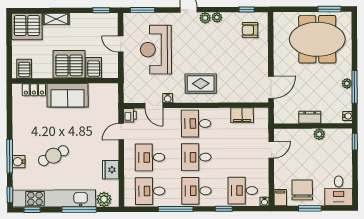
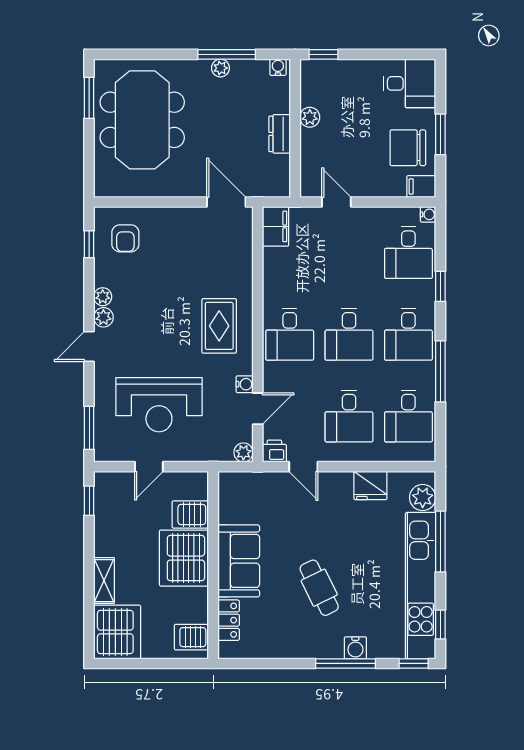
plant: (129, 98) -> (243, 452), added
filing cabinet: (242, 115) -> (276, 226), moved
cafe table: (53, 156) -> (319, 588), moved

